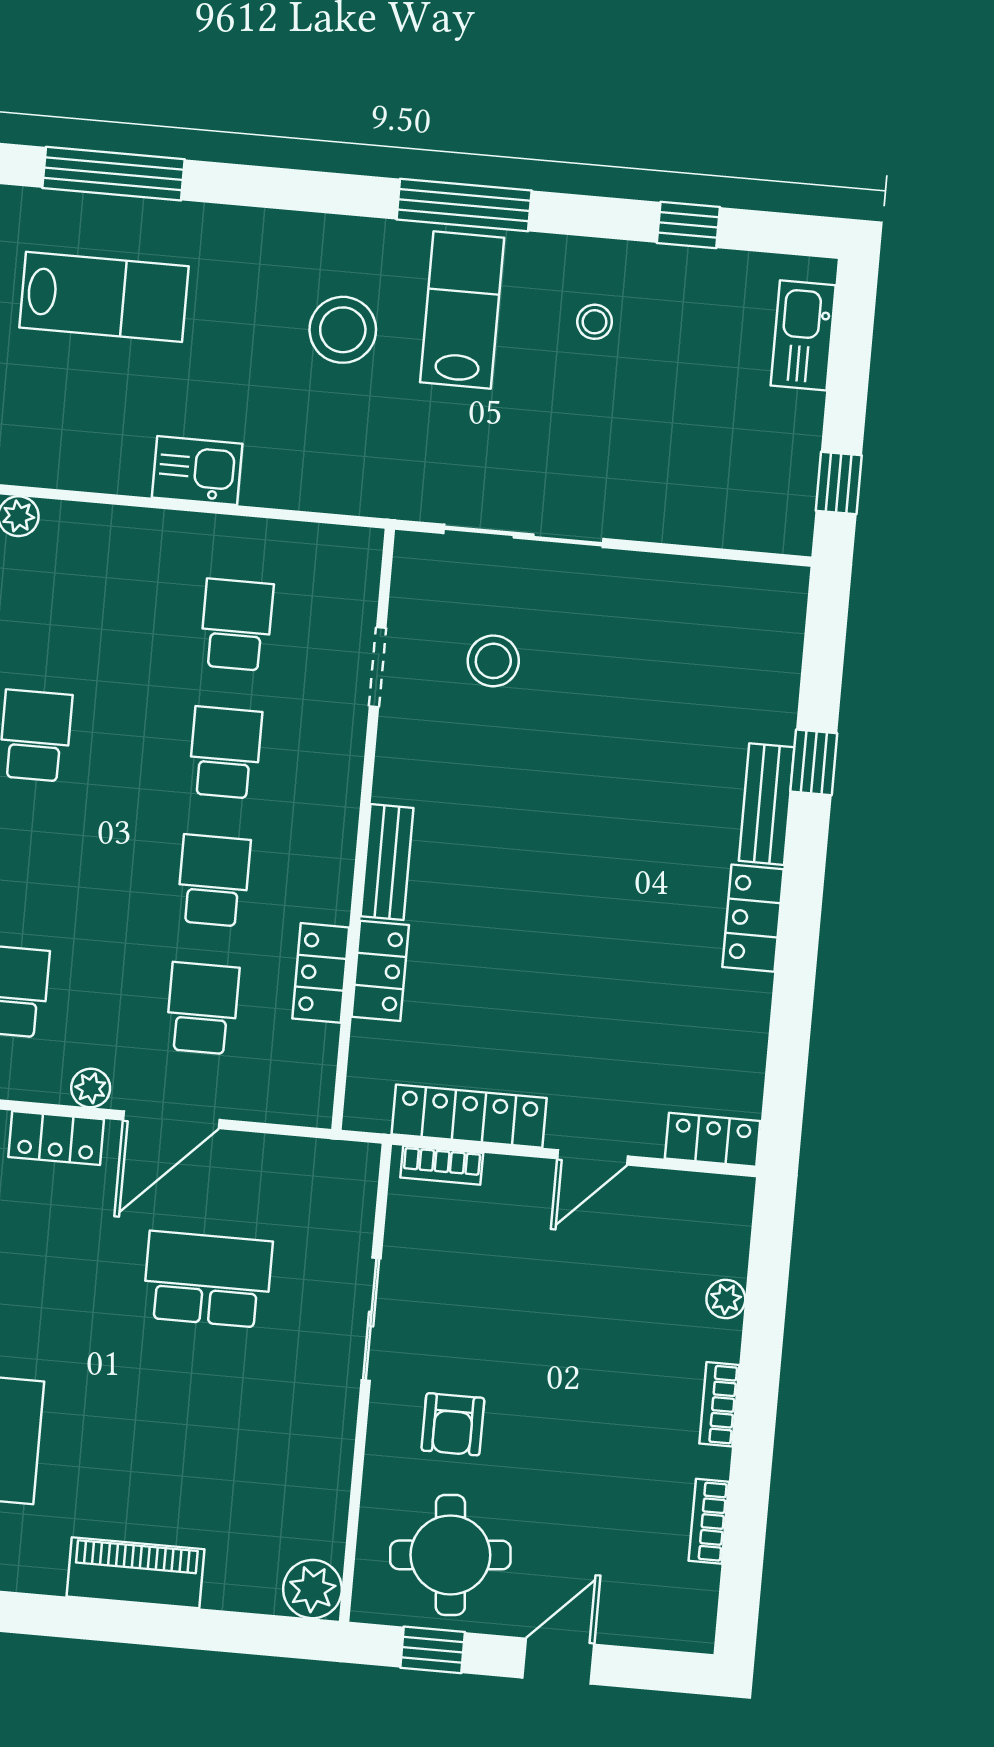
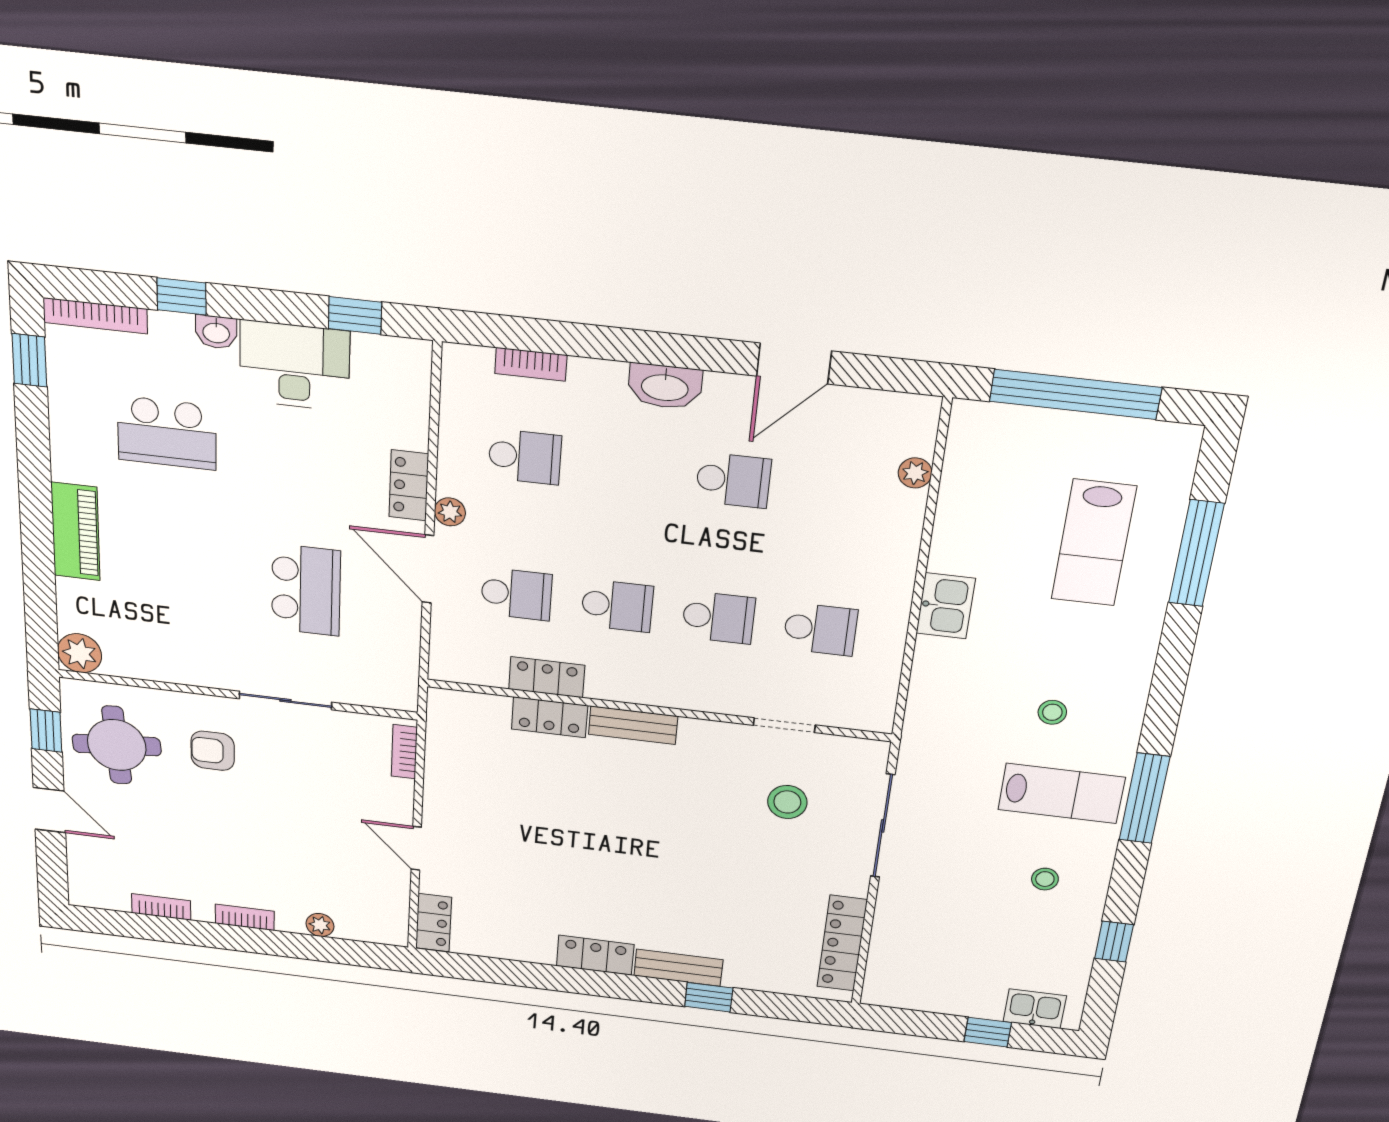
stool: (343, 330) -> (1052, 712), width x0.53, depth x0.53
kitchen sink: (803, 335) -> (1035, 1009), width x0.73
window: (839, 483) -> (988, 1032), moved
locker: (469, 1116) -> (842, 943), moved, turned 180

